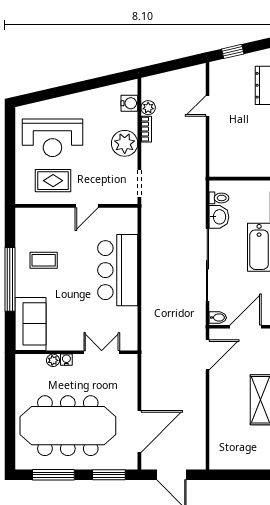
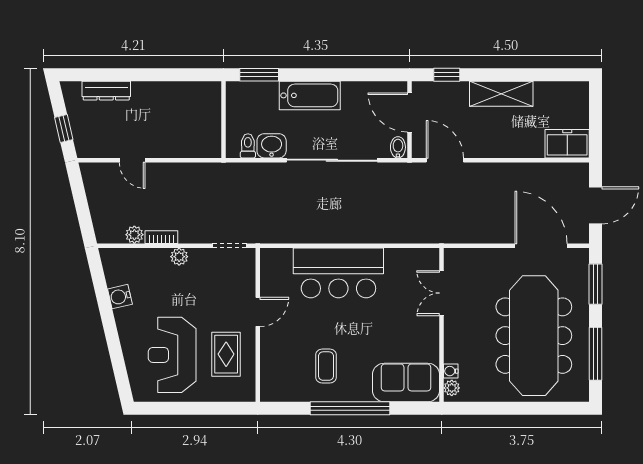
water cooler: (129, 103) -> (120, 297), moved, turned -103
reception desk: (52, 138) -> (172, 355), turned 180
plant: (125, 143) -> (179, 257), width x0.53, depth x0.53
door: (87, 206) -> (258, 312), hinge flipped
plant: (53, 360) -> (452, 388), moved
water cooler: (66, 360) -> (451, 371), moved
freezer: (221, 452) -> (567, 144), added

